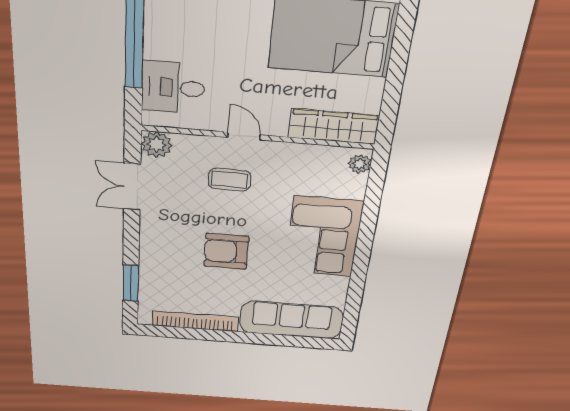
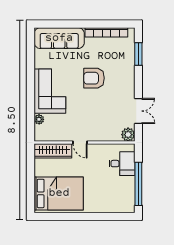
door: (244, 136) -> (80, 142), moved
plant: (360, 164) -> (39, 119), moved
coffee table: (229, 180) -> (95, 119), removed
armchair: (226, 251) -> (94, 78), turned 180

